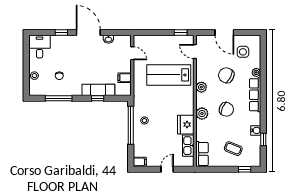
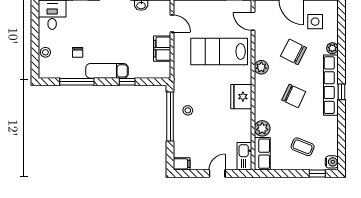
filing cabinet: (125, 78) -> (162, 49), width x2.00
exam couch: (98, 90) -> (107, 71), moved
row of seats: (255, 95) -> (331, 85), width x1.36
plant: (202, 114) -> (262, 128), moved
fridge: (186, 125) -> (241, 97), moved
water cooler: (256, 130) -> (332, 162), moved
window: (263, 140) -> (341, 92), moved
kitchen sink: (188, 146) -> (244, 156), moved

